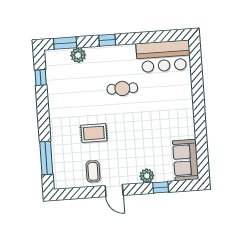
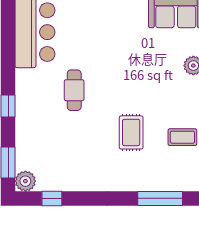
plant: (78, 55) -> (25, 181), moved

